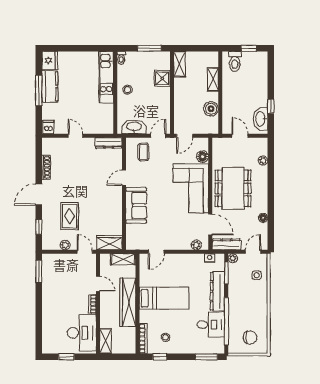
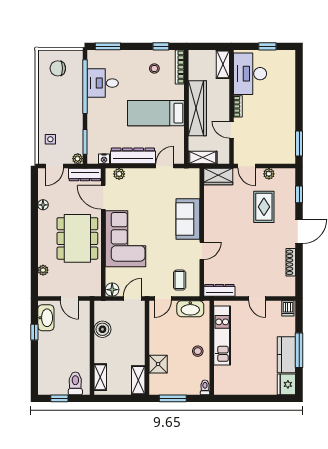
kitchen unit: (106, 77) -> (222, 335), moved
shelving: (213, 79) -> (100, 377), moved
floor lamp: (203, 157) -> (112, 290), moved
dresser: (217, 291) -> (133, 156), moved, turned -90

